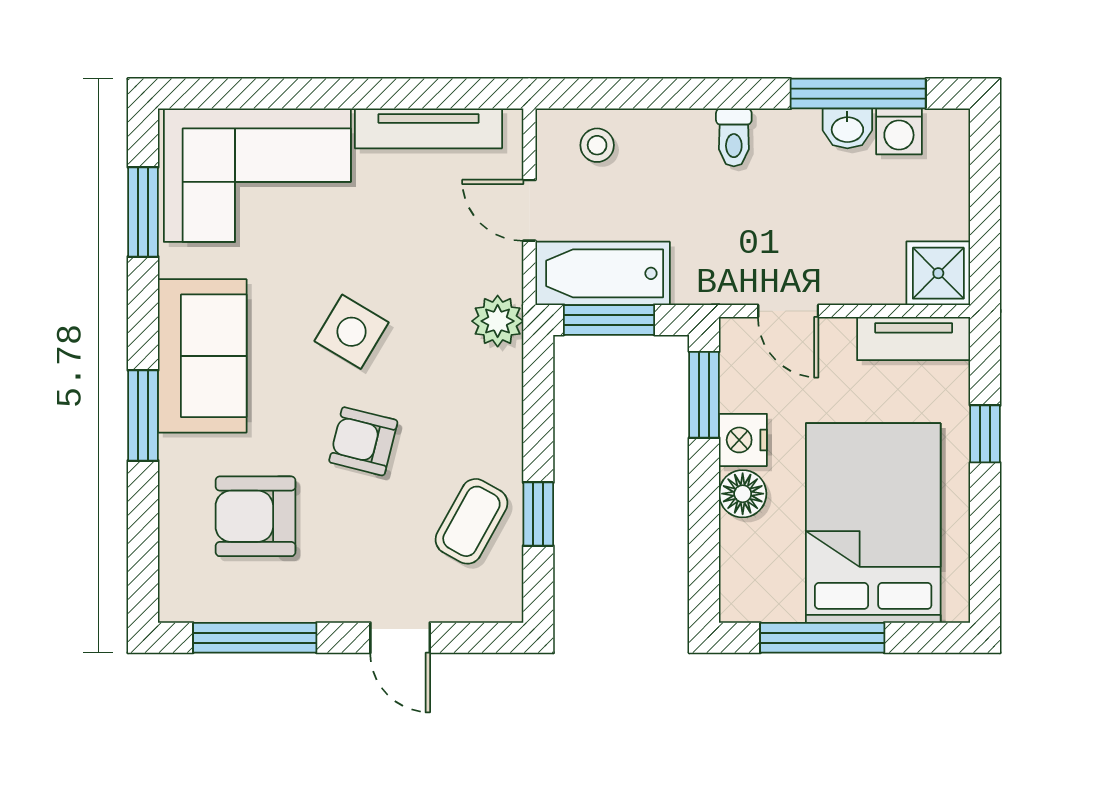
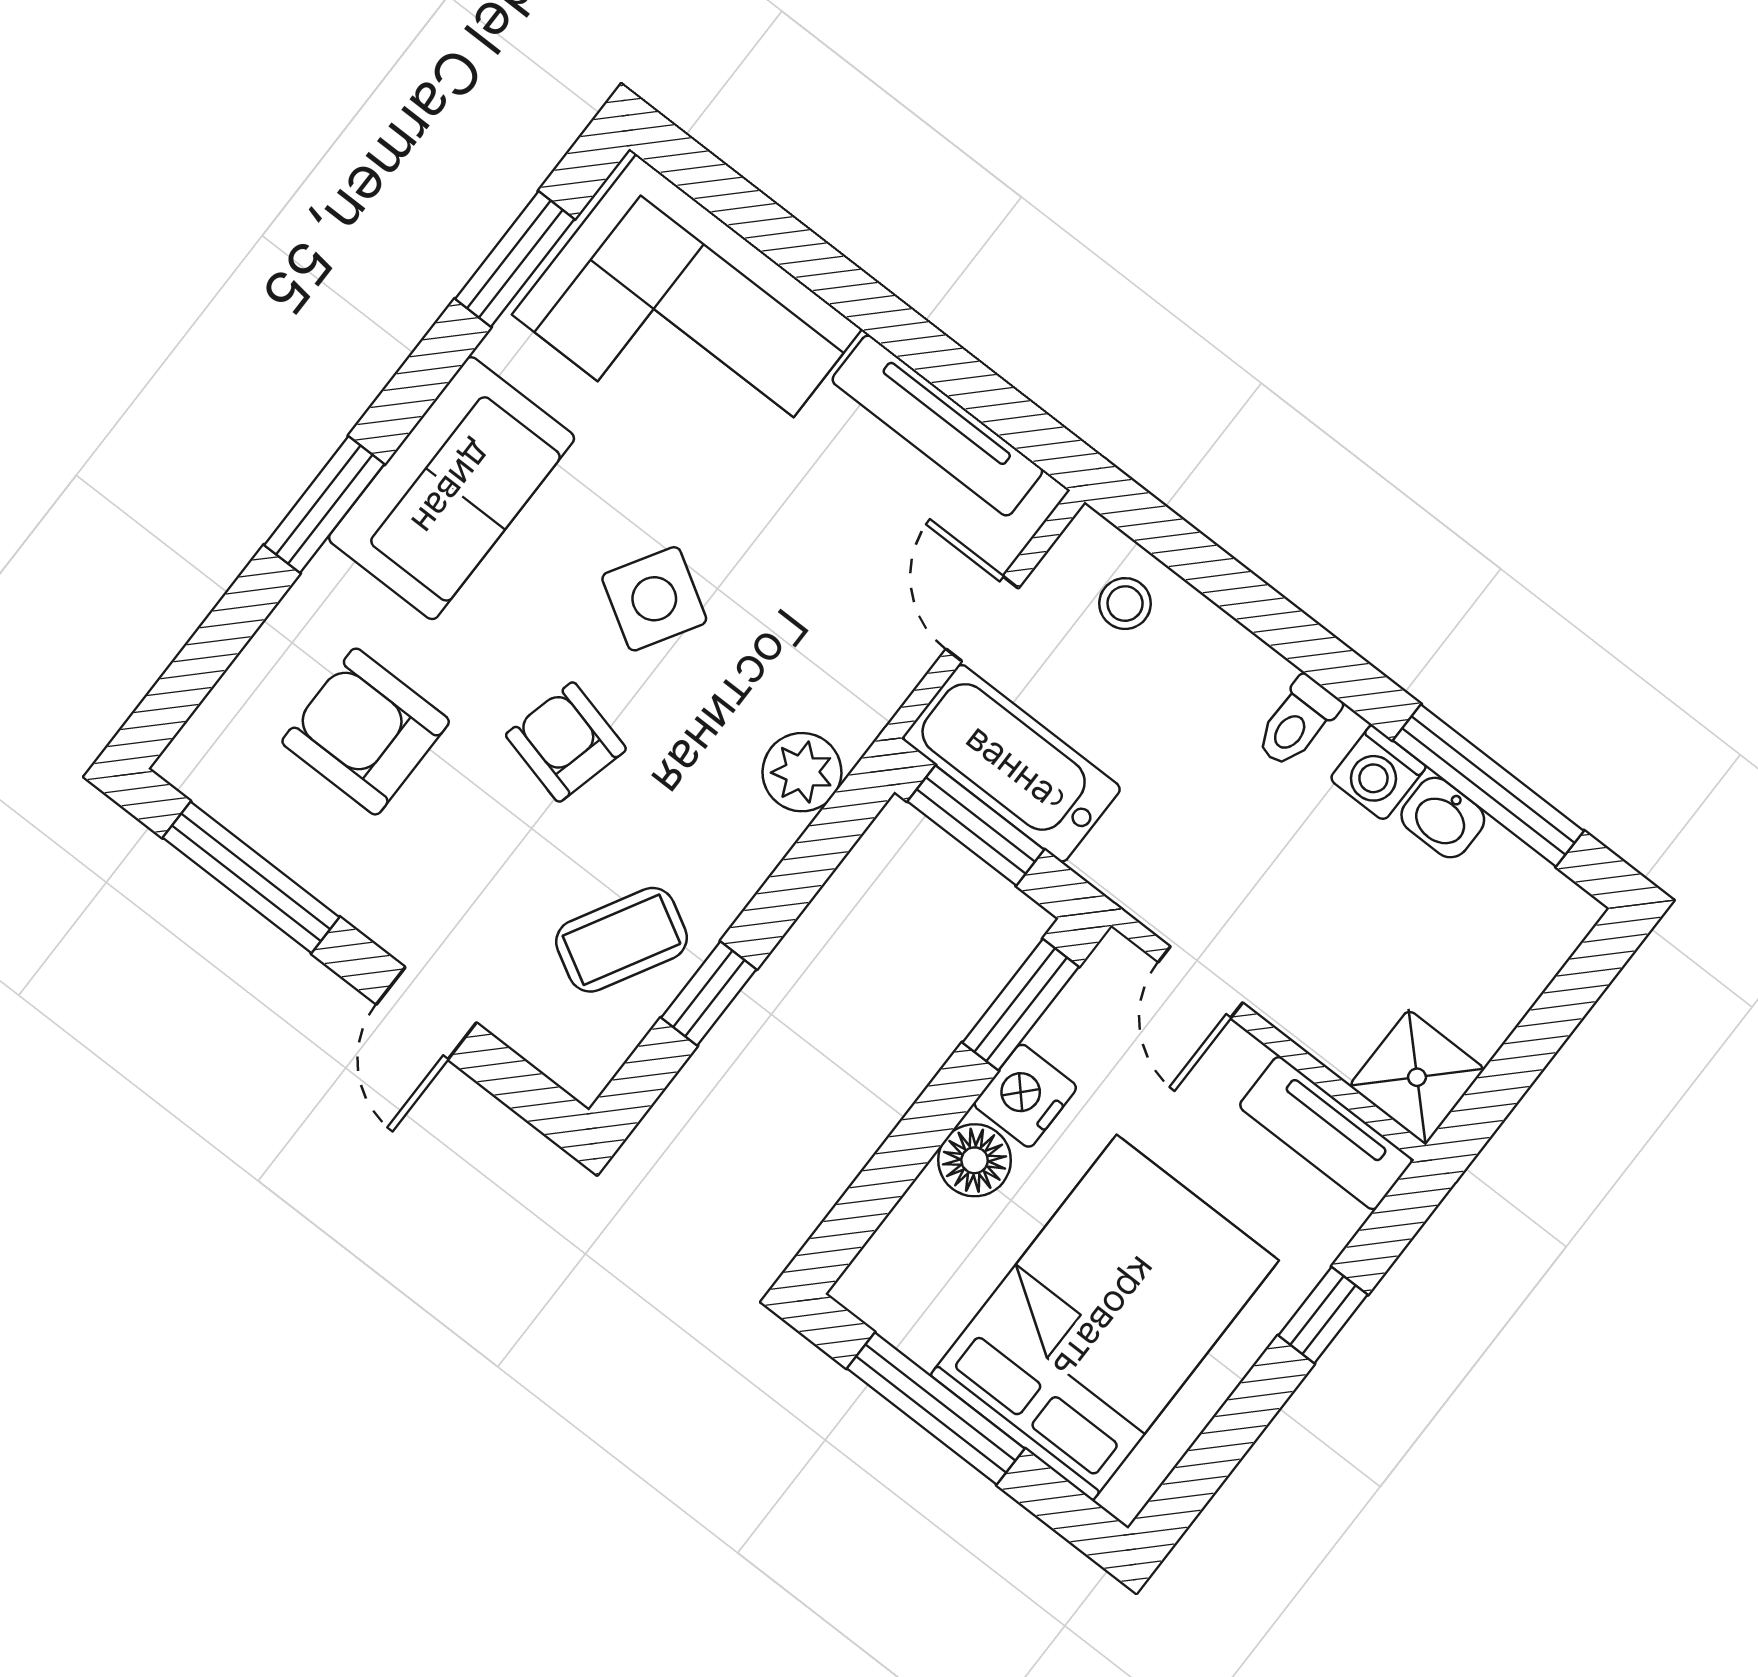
washing machine: (899, 131) -> (1378, 773), moved
plant: (498, 321) -> (802, 772), moved

